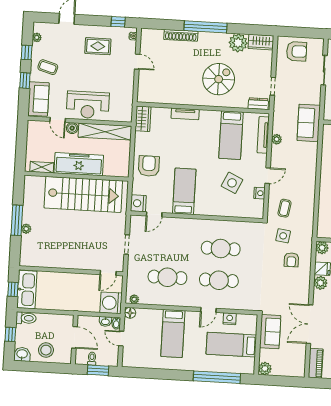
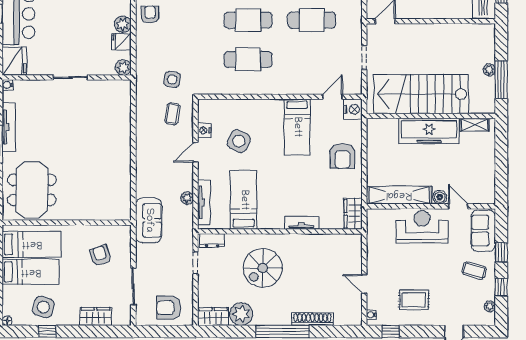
freezer: (79, 164) -> (429, 131), moved
shelving: (42, 167) -> (474, 125), moved
wall: (77, 176) -> (431, 116), moved
stairs: (83, 194) -> (421, 94), moved
armchair: (291, 260) -> (150, 14), moved

